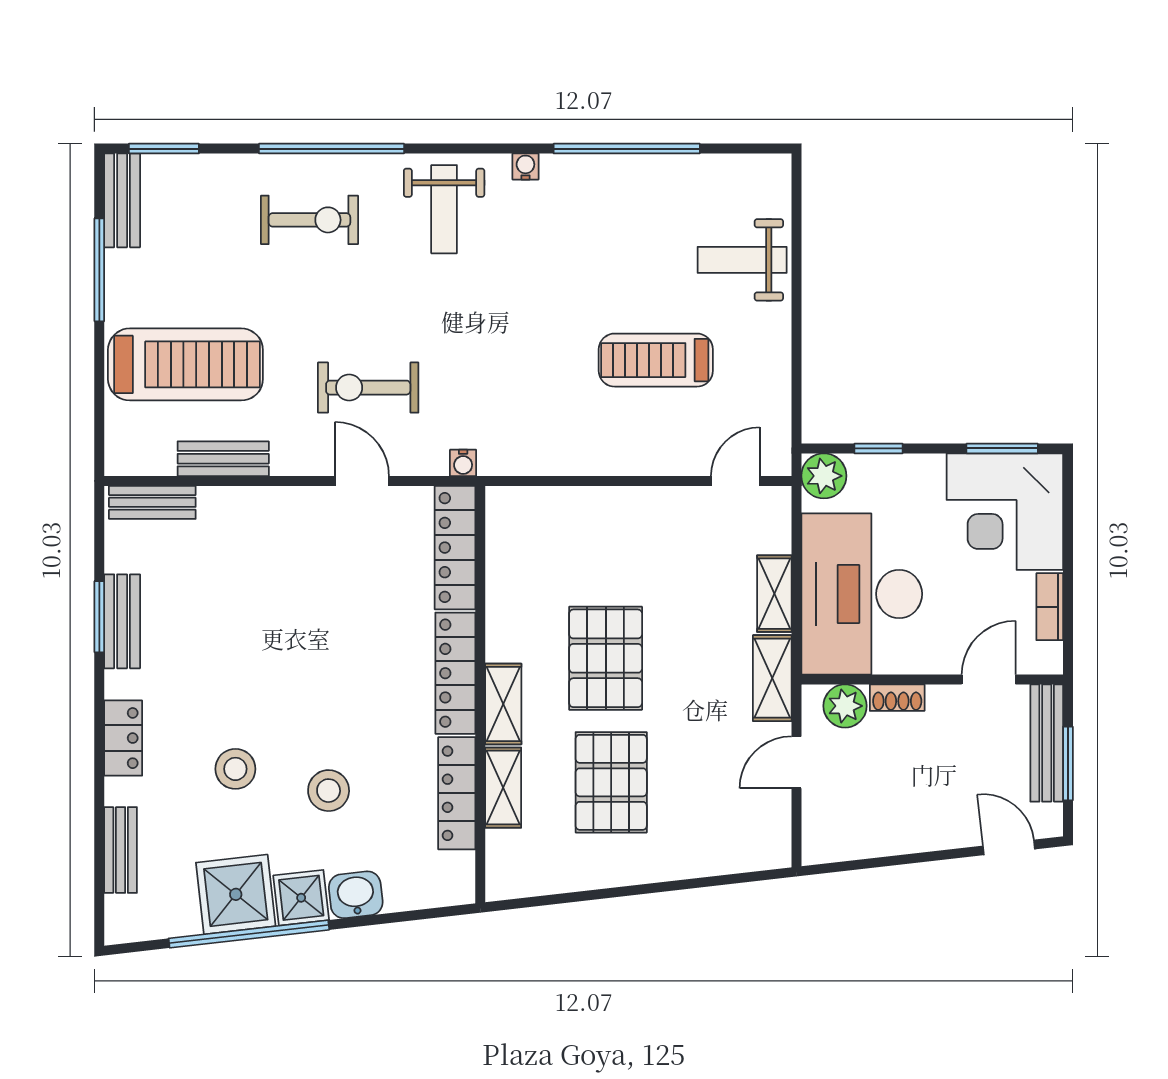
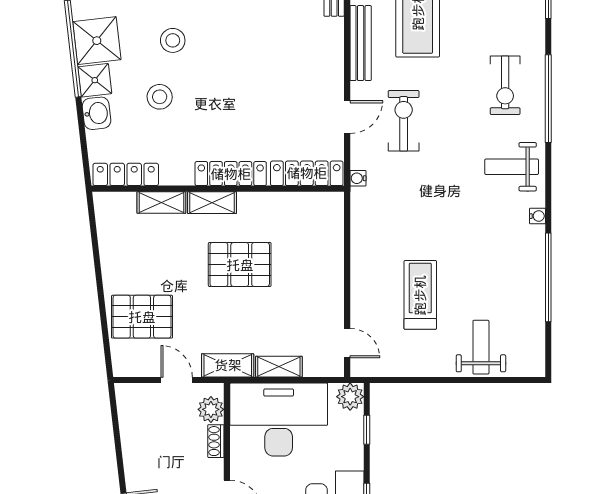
bench: (223, 459) -> (361, 43), width x1.36
pallet: (611, 782) -> (142, 317), moved
locker: (457, 793) -> (126, 174), moved

